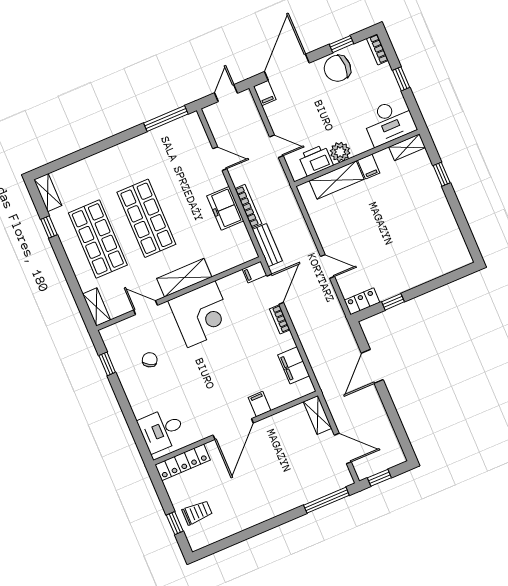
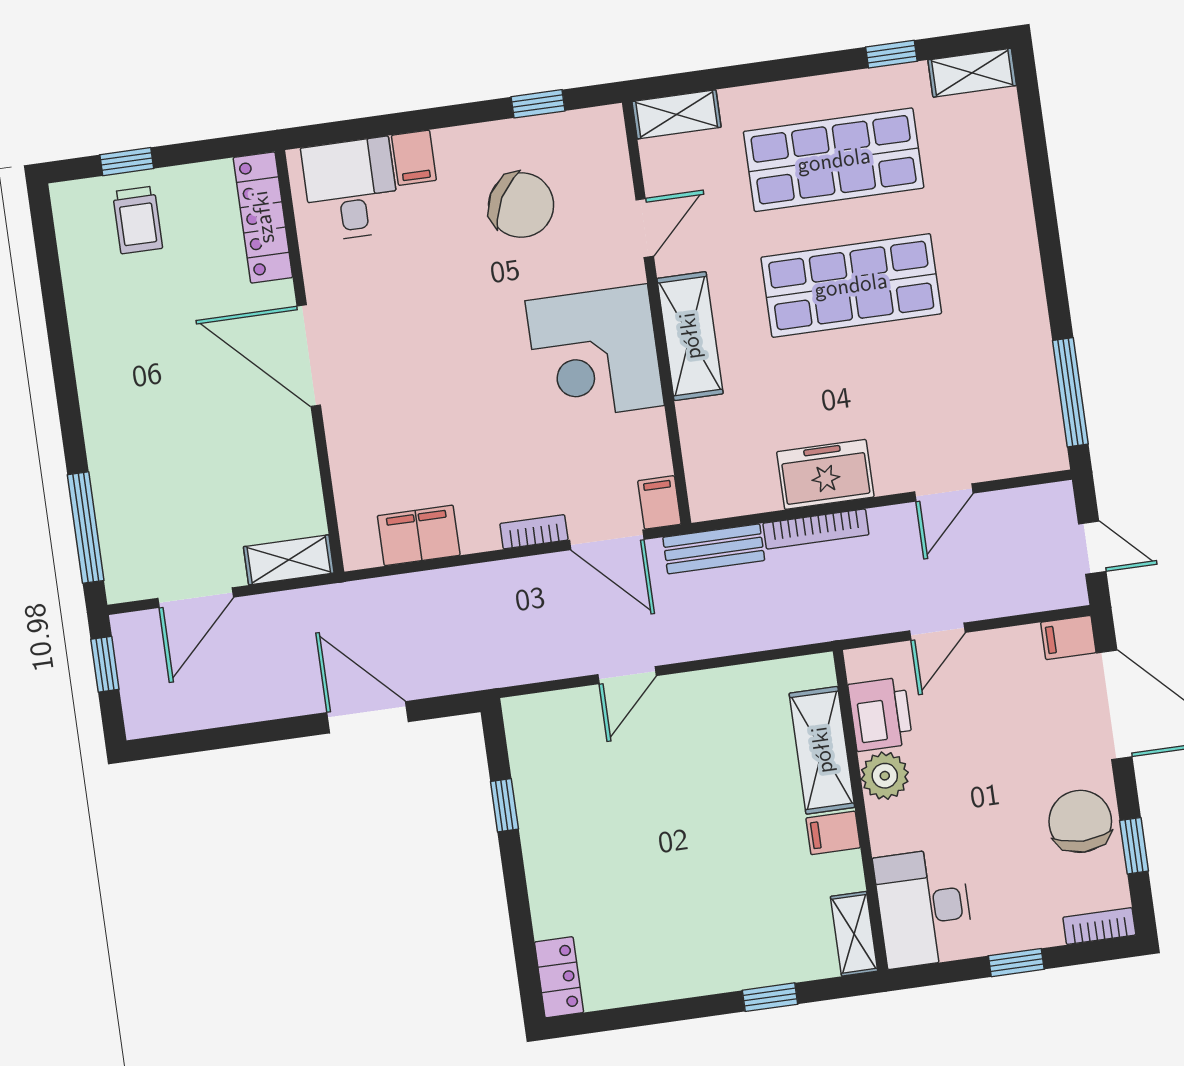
locker: (362, 301) -> (559, 977), moved
chair: (150, 360) -> (521, 205), width x1.87, depth x1.87
filing cabinet: (260, 404) -> (414, 158), moved, turned 90

